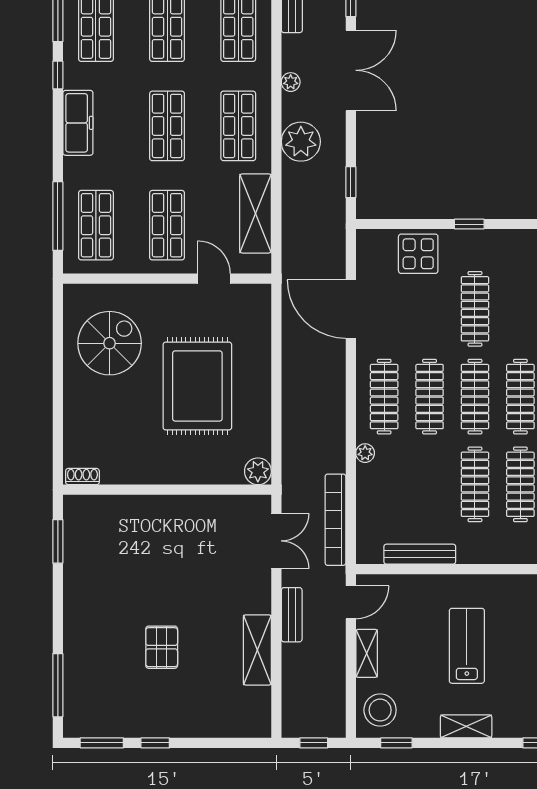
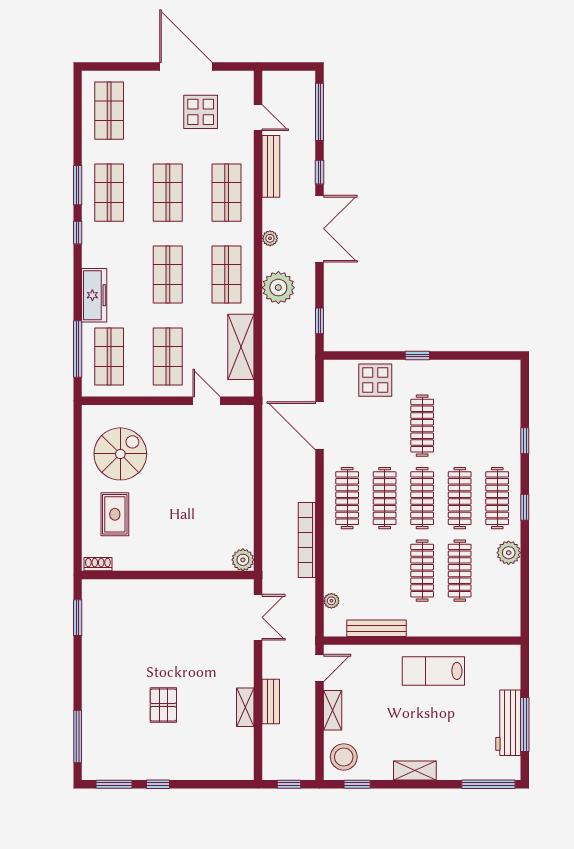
freezer: (78, 123) -> (94, 295), moved
rug: (197, 386) -> (115, 514), moved, width x0.54, depth x0.49
plant: (365, 453) -> (331, 601), moved
bookcase: (335, 520) -> (307, 540), moved
bench: (292, 615) -> (271, 702), moved
lab bench: (467, 646) -> (433, 671), moved, turned -90
shelving: (257, 650) -> (245, 707), width x0.67, depth x0.75

